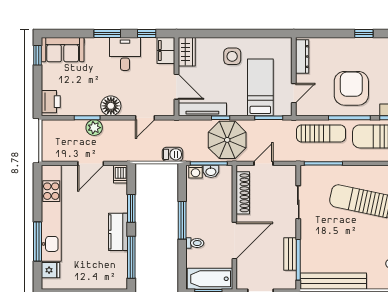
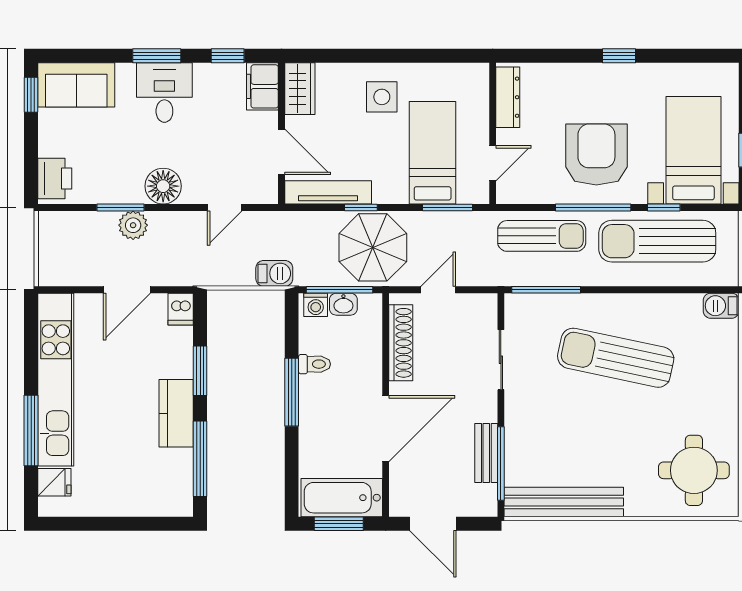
desk: (125, 54) -> (164, 93), moved
toilet: (195, 243) -> (314, 364), moved

